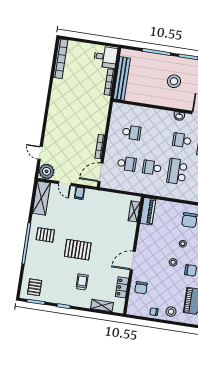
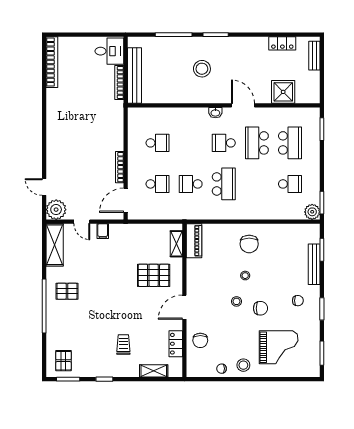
school desk: (177, 171) -> (224, 184), turned 180
pallet: (78, 250) -> (154, 275), moved

